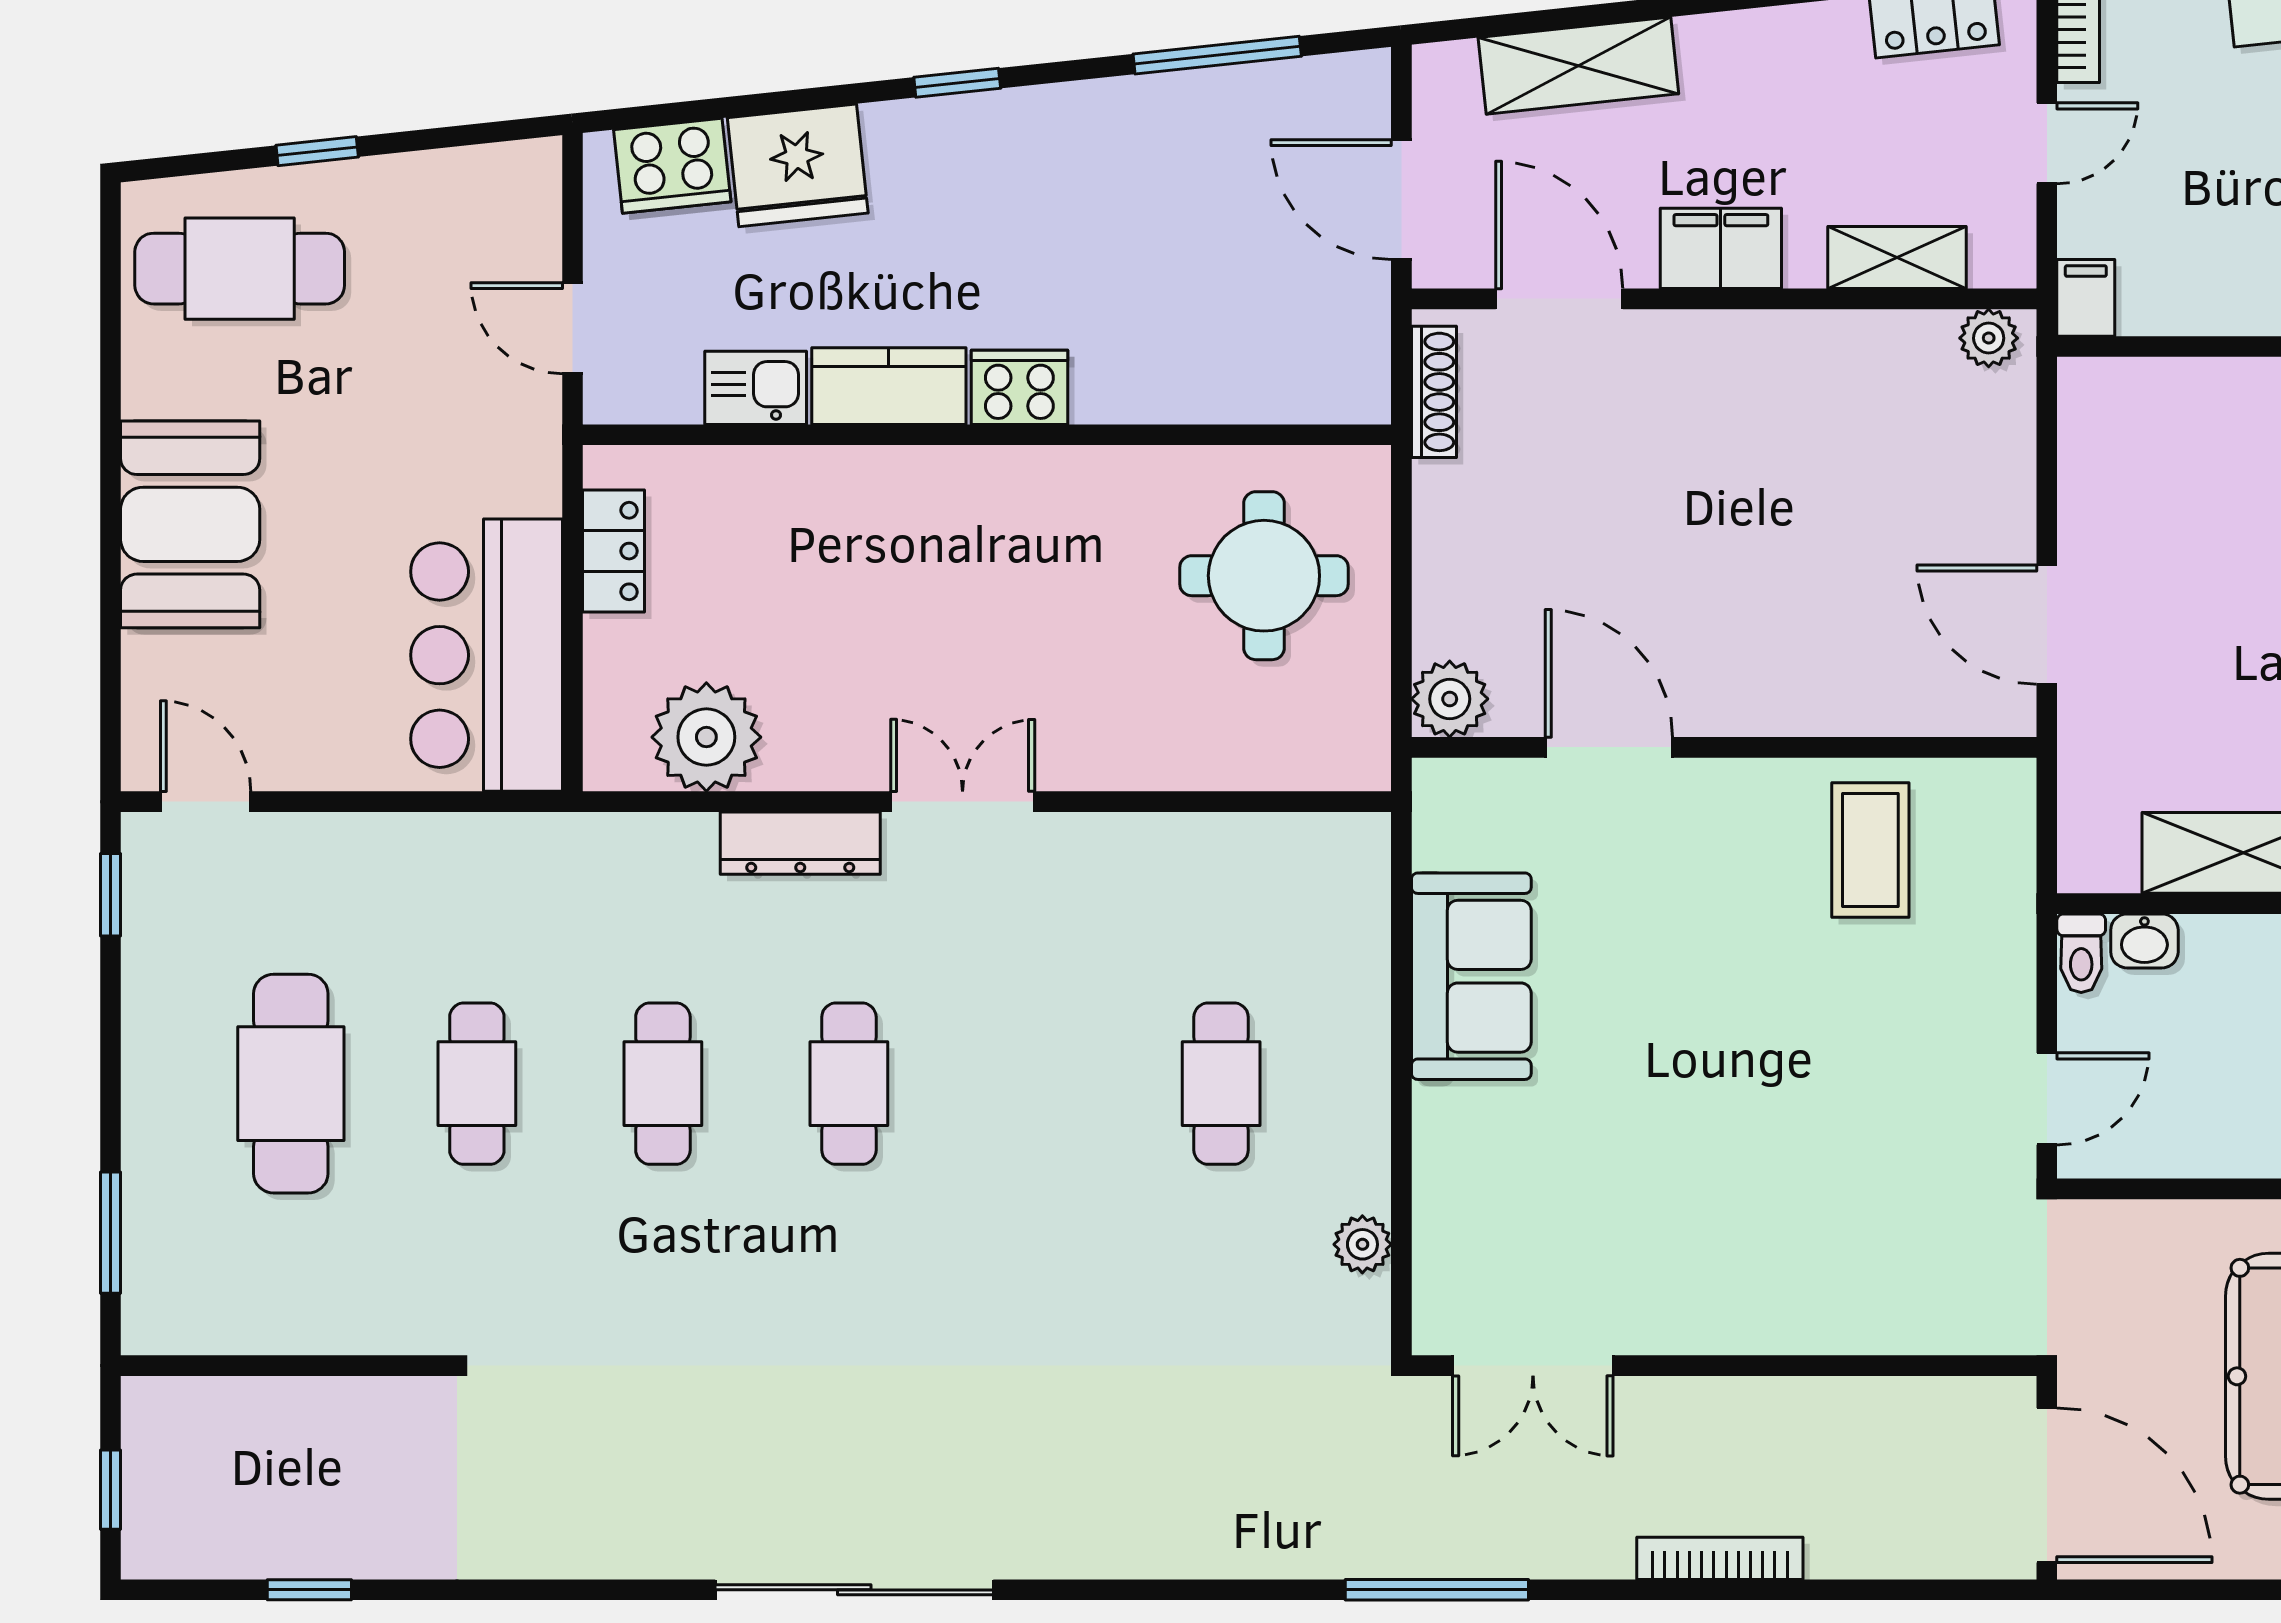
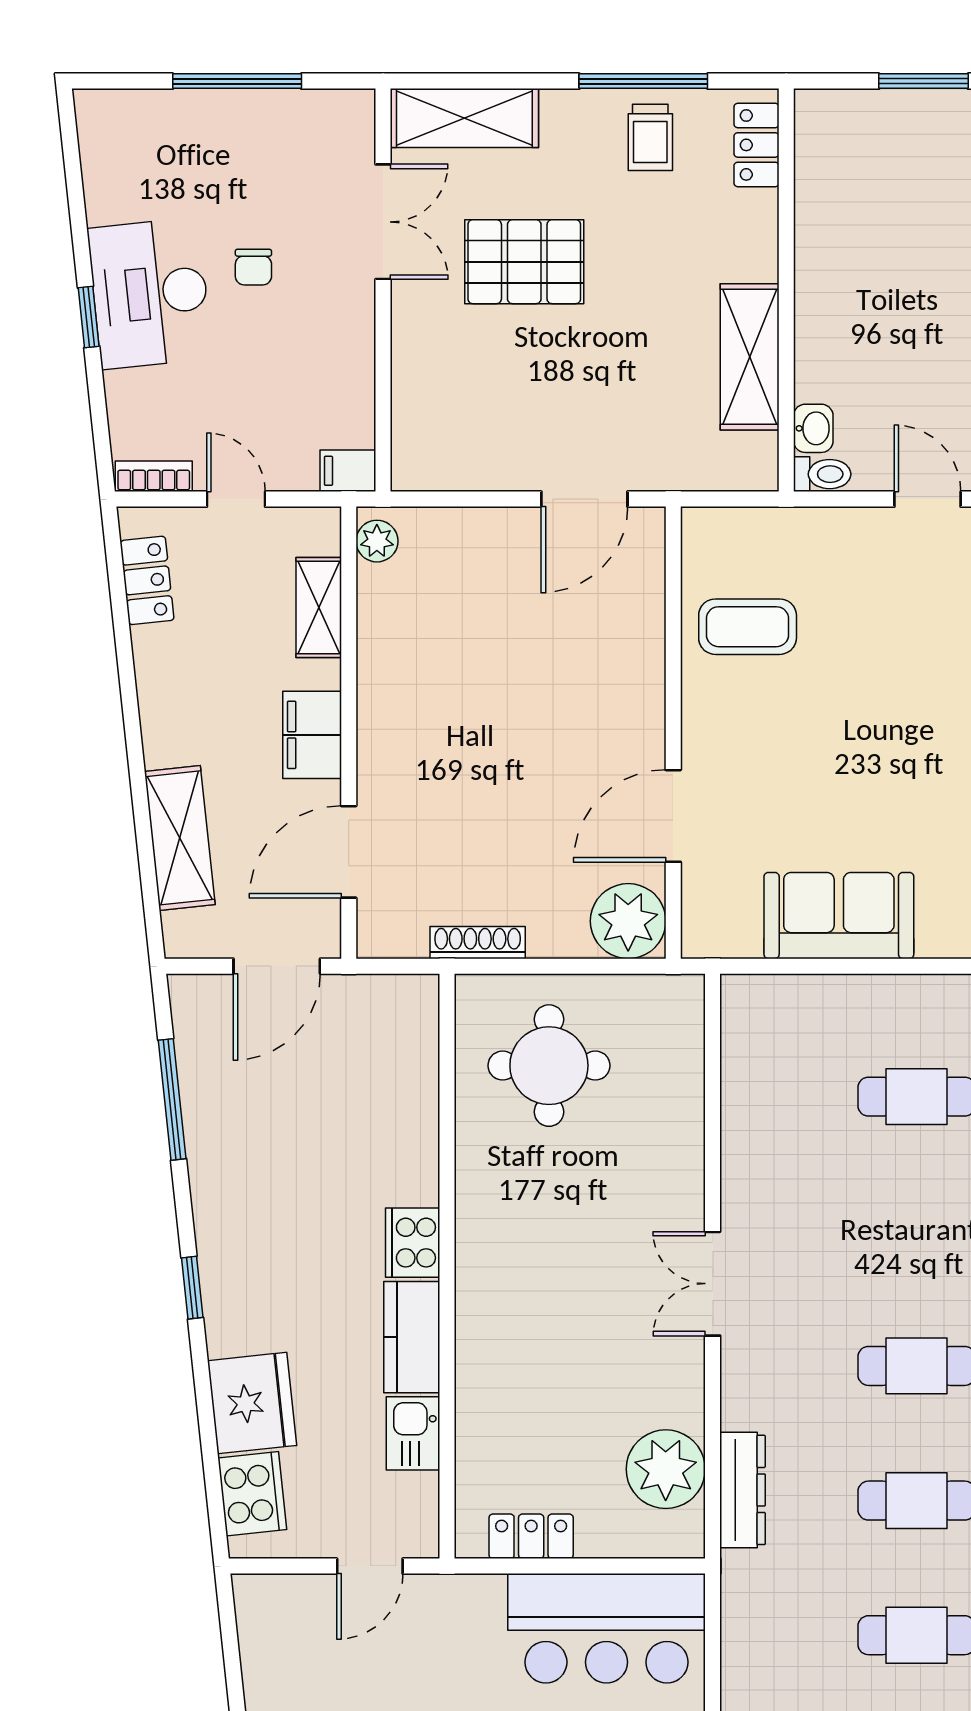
shoe rack: (1434, 392) -> (478, 943), moved
plant: (1450, 699) -> (628, 921), width x1.36, depth x1.36
dresser: (800, 843) -> (743, 1490), moved

